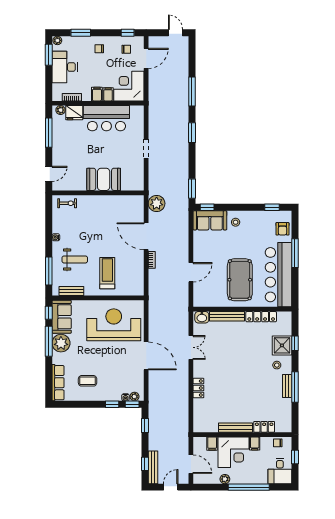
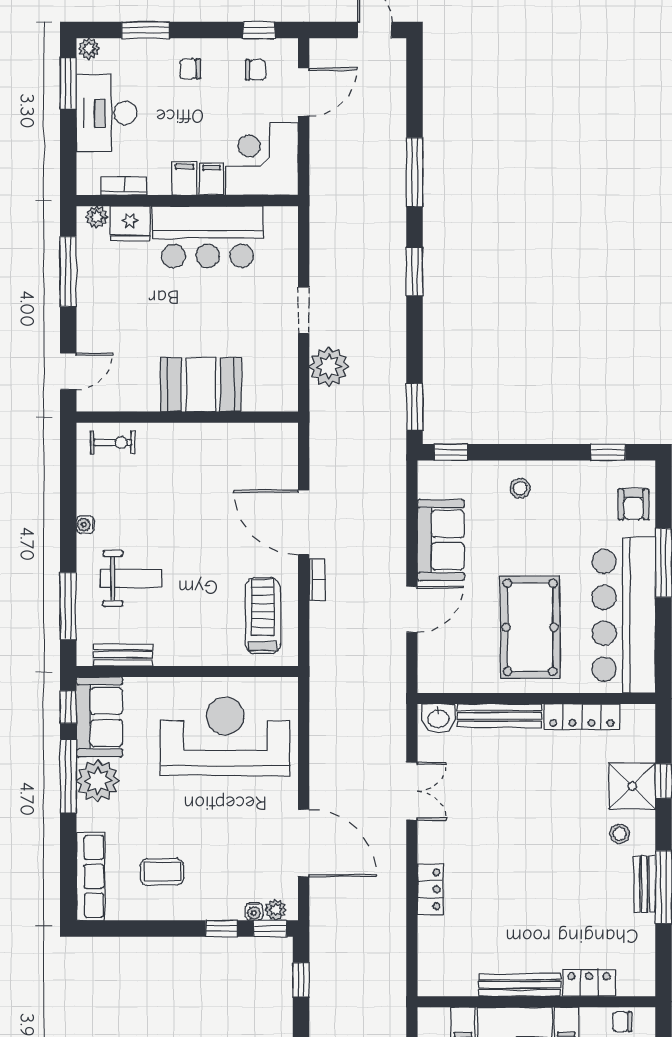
plant: (157, 203) -> (329, 367), moved
sofa: (210, 220) -> (441, 540), moved, turned -90
treadmill: (107, 273) -> (263, 616), moved
door: (146, 356) -> (304, 843), moved

